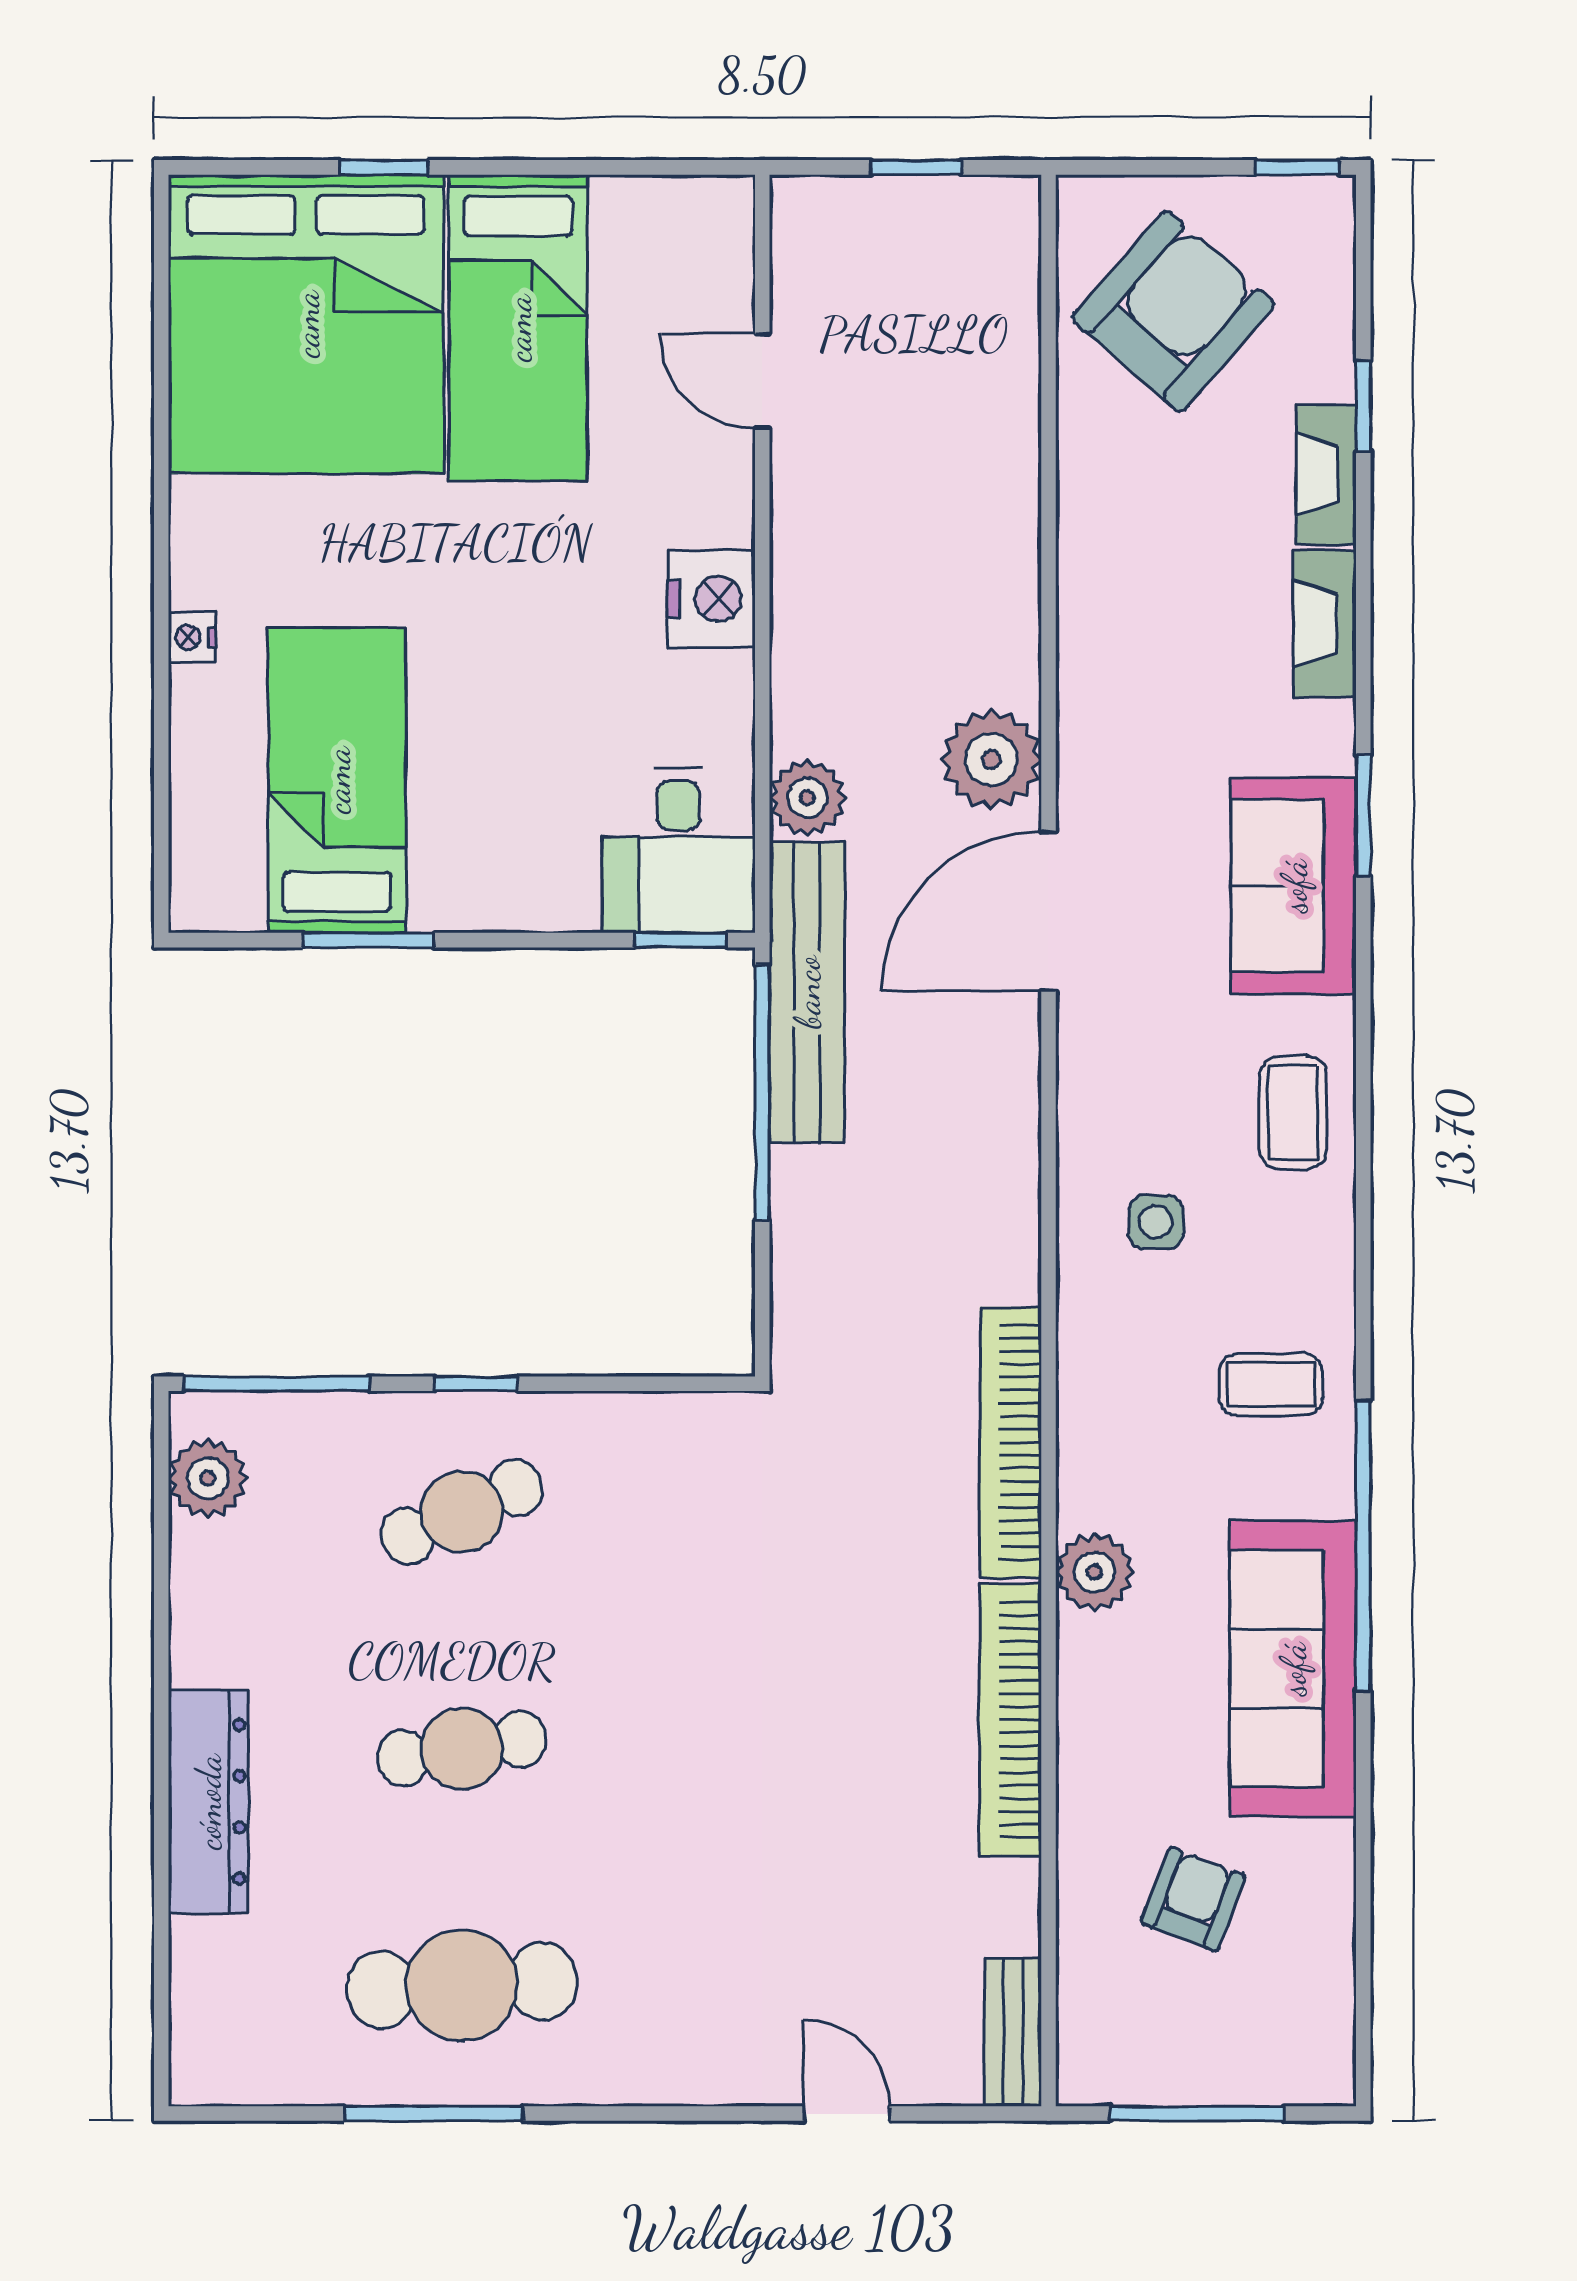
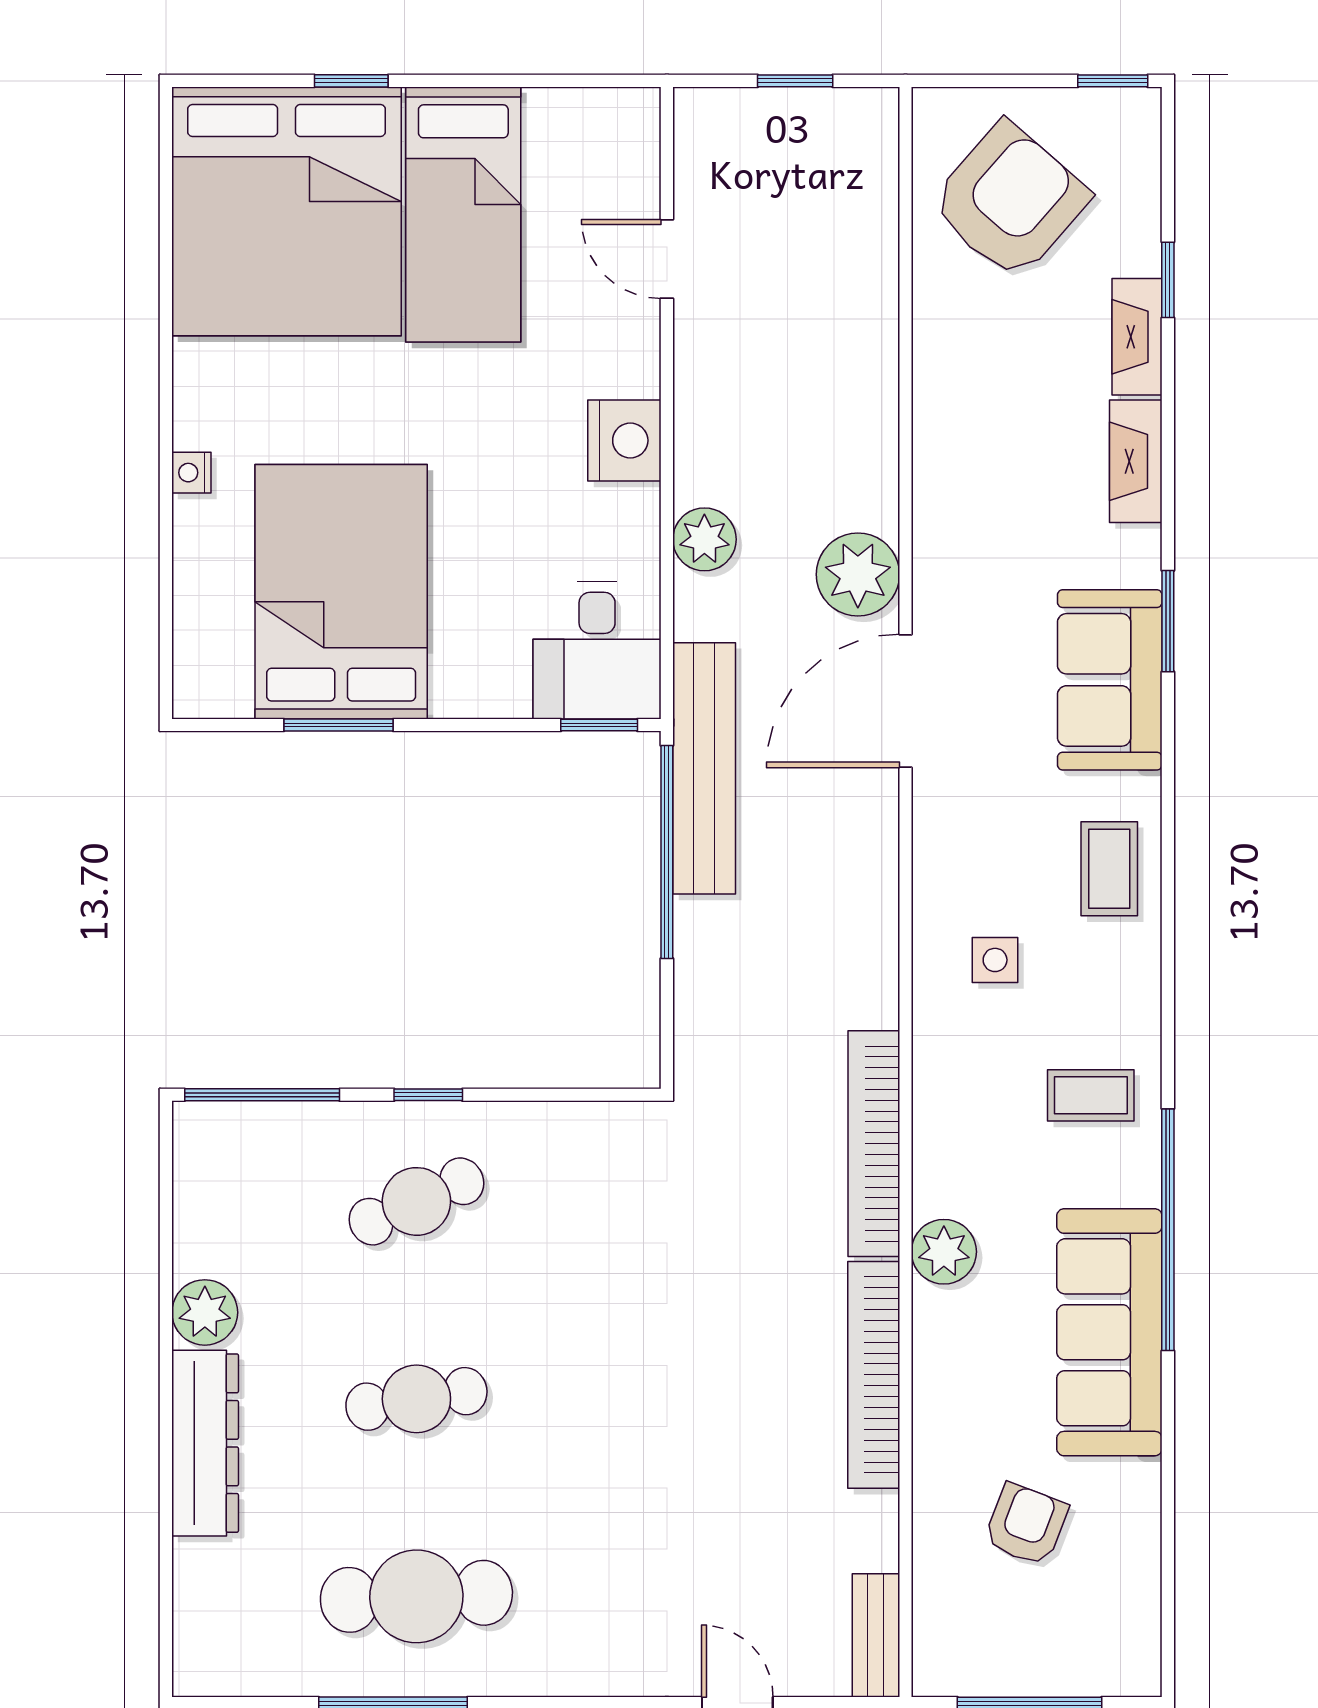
bed: (337, 780) -> (341, 592), width x1.50
plant: (807, 798) -> (704, 539), moved
plant: (208, 1478) -> (205, 1312), moved

